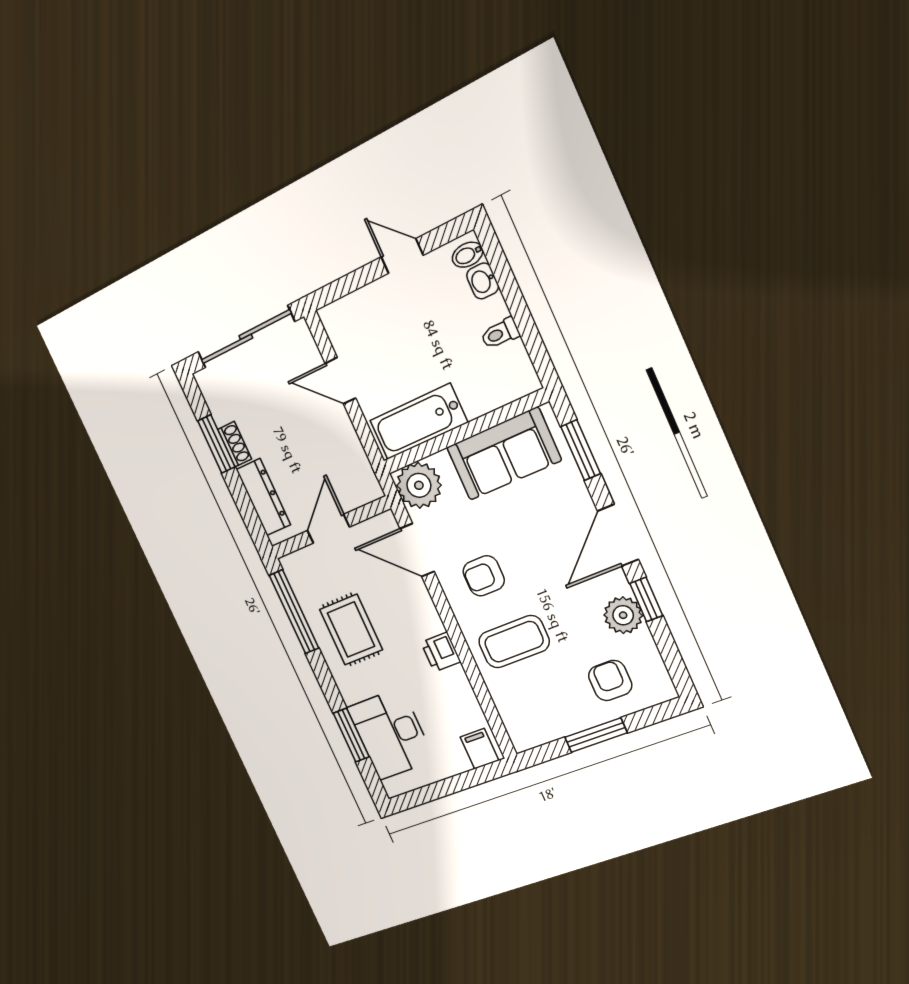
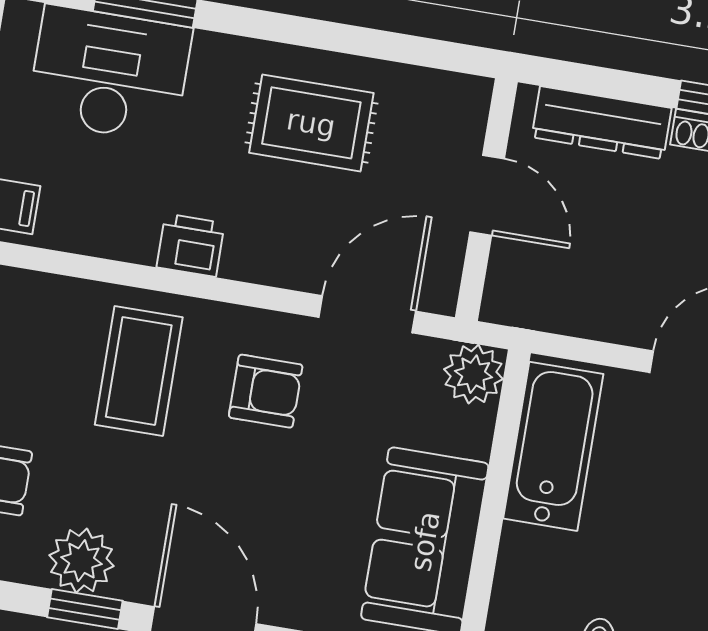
plant: (419, 485) -> (474, 374), width x0.73, depth x0.73
armchair: (484, 576) -> (266, 391), turned 90
window: (294, 612) -> (396, 47), removed

